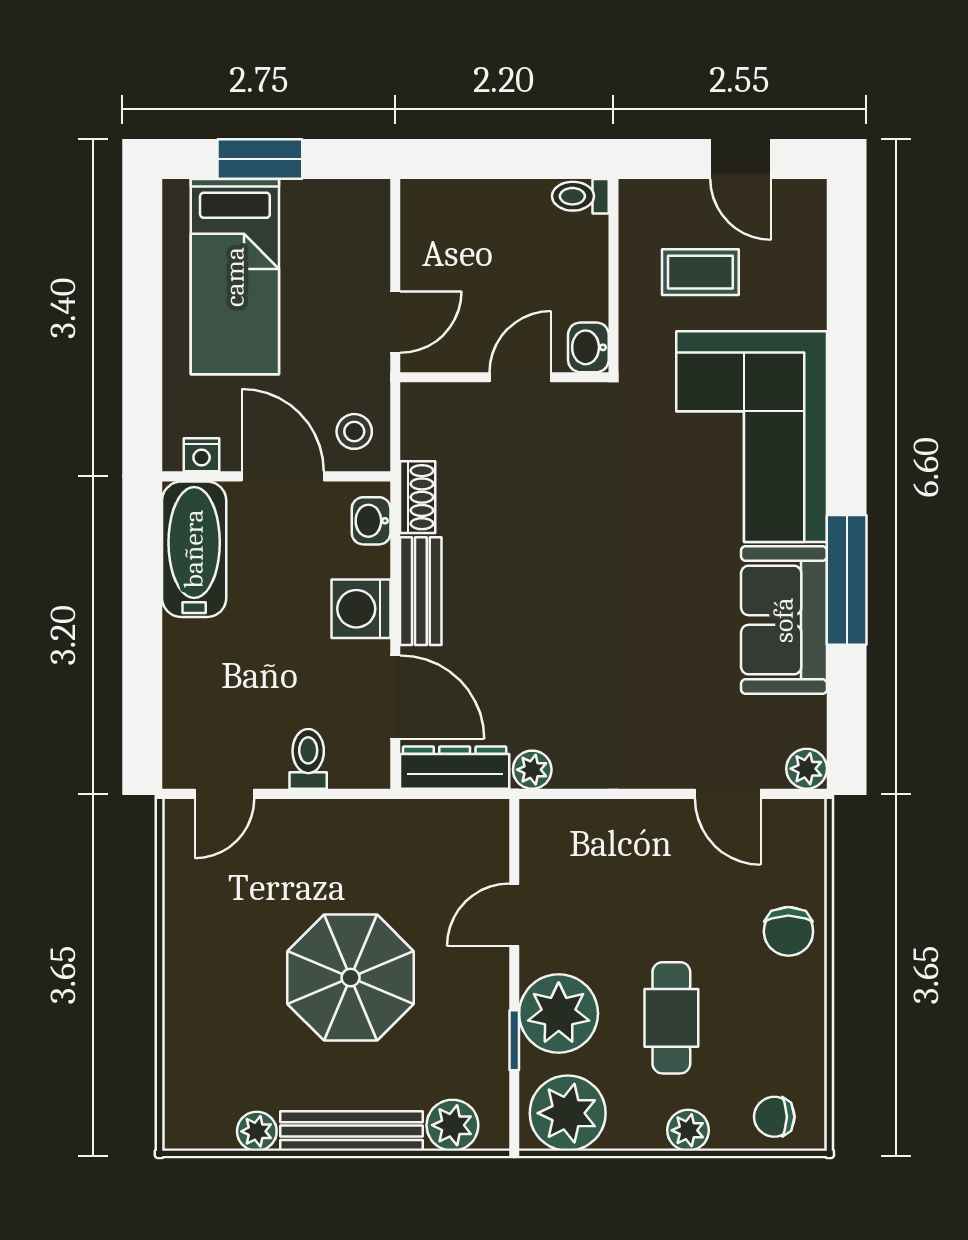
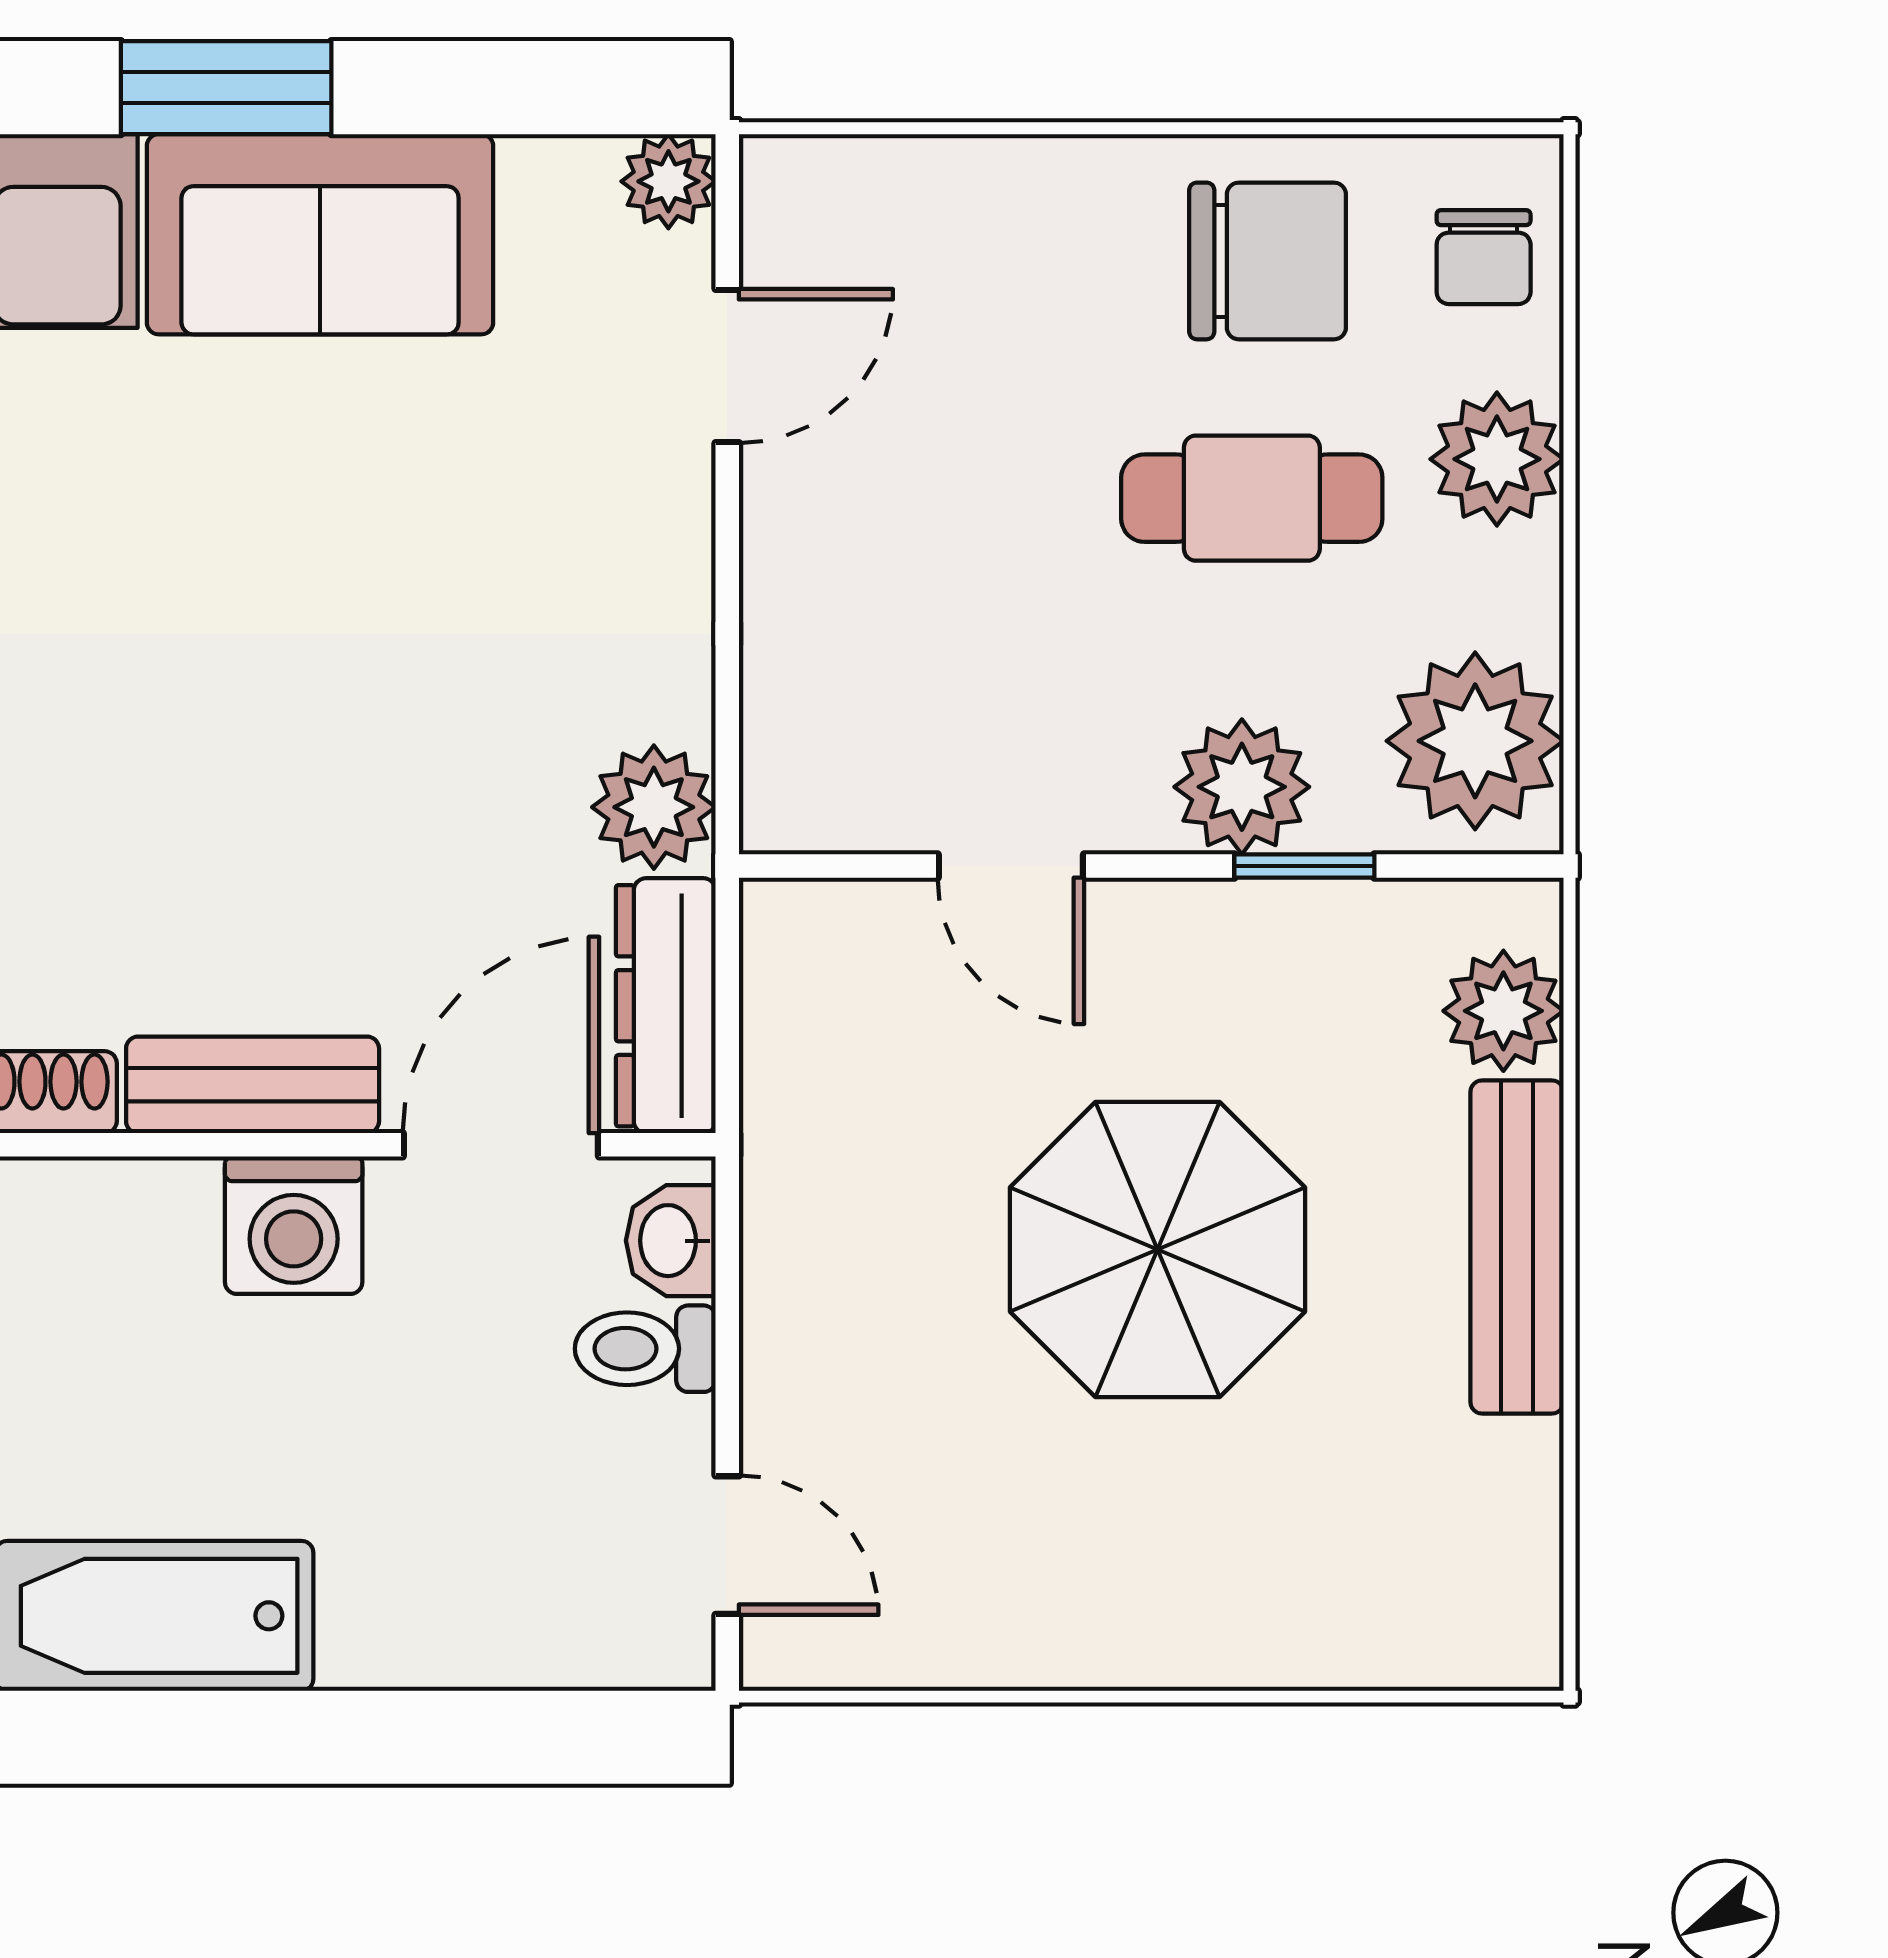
washbasin: (371, 521) -> (671, 1241), moved, turned 90
window: (847, 580) -> (226, 88), width x0.69
plant: (532, 770) -> (654, 807), width x1.38, depth x1.38
chair: (788, 931) -> (1268, 261), moved, width x1.37, depth x1.37
plant: (559, 1014) -> (1242, 787), width x0.73, depth x0.73
plant: (688, 1130) -> (1497, 459), width x1.38, depth x1.38
plant: (257, 1131) -> (1518, 1469), removed

